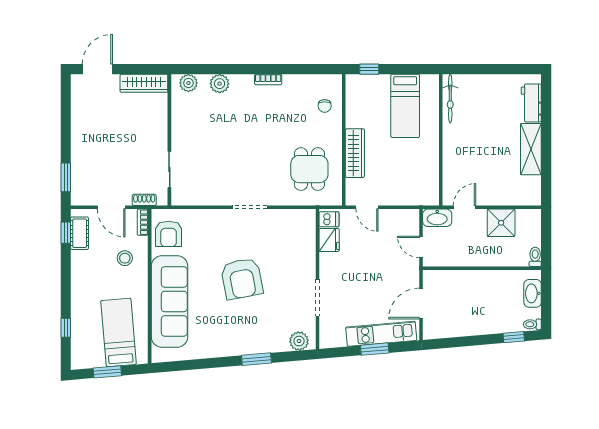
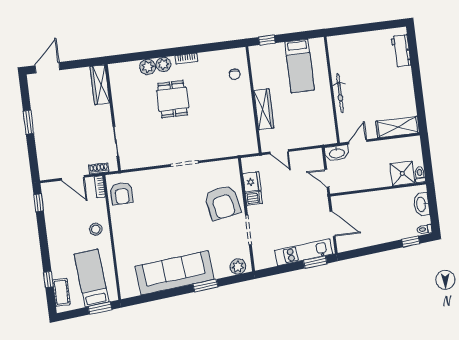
wardrobe: (144, 83) -> (100, 85), moved, turned 90
plant: (188, 83) -> (163, 64), moved
bicycle: (450, 99) -> (340, 93), moved
shelving: (531, 149) -> (398, 127), moved, turned 90
dining table: (309, 169) -> (173, 99), moved
window: (66, 177) -> (28, 122), moved
dishwasher: (329, 219) -> (254, 198), moved
shower: (501, 223) -> (402, 173), moved
cot: (80, 233) -> (61, 292), moved
stool: (125, 258) -> (96, 229), moved
armchair: (242, 279) -> (222, 203), moved
sofa: (169, 301) -> (175, 273), moved, turned -95
door: (421, 304) -> (333, 224), swing flipped
window: (375, 349) -> (315, 262), moved
window: (107, 372) -> (100, 308), moved

